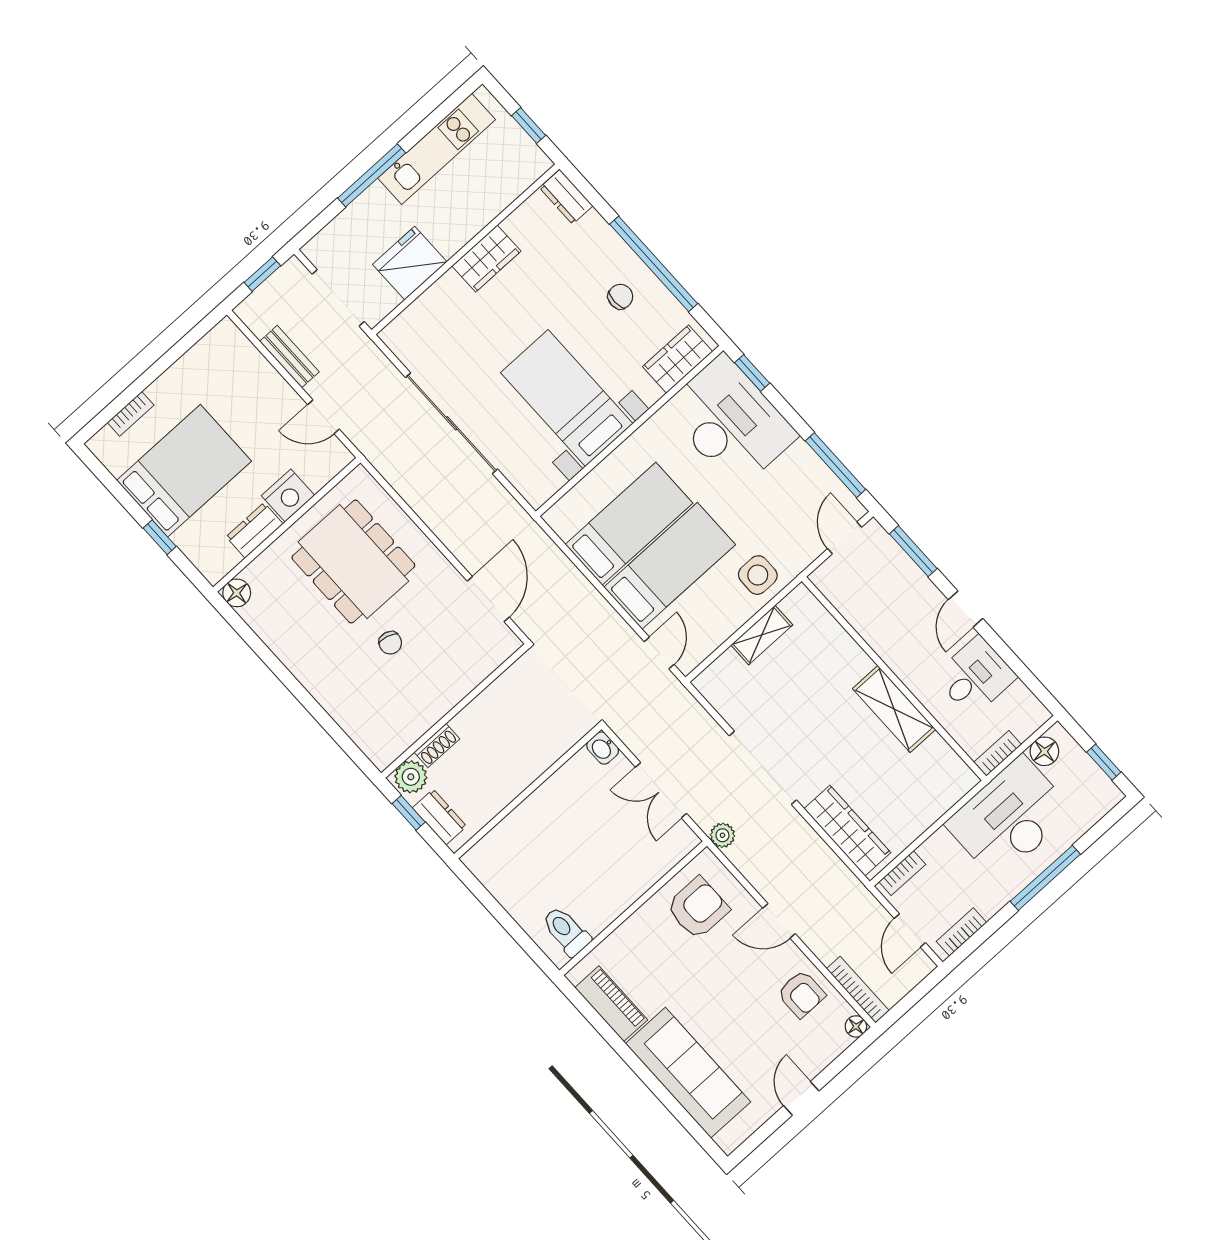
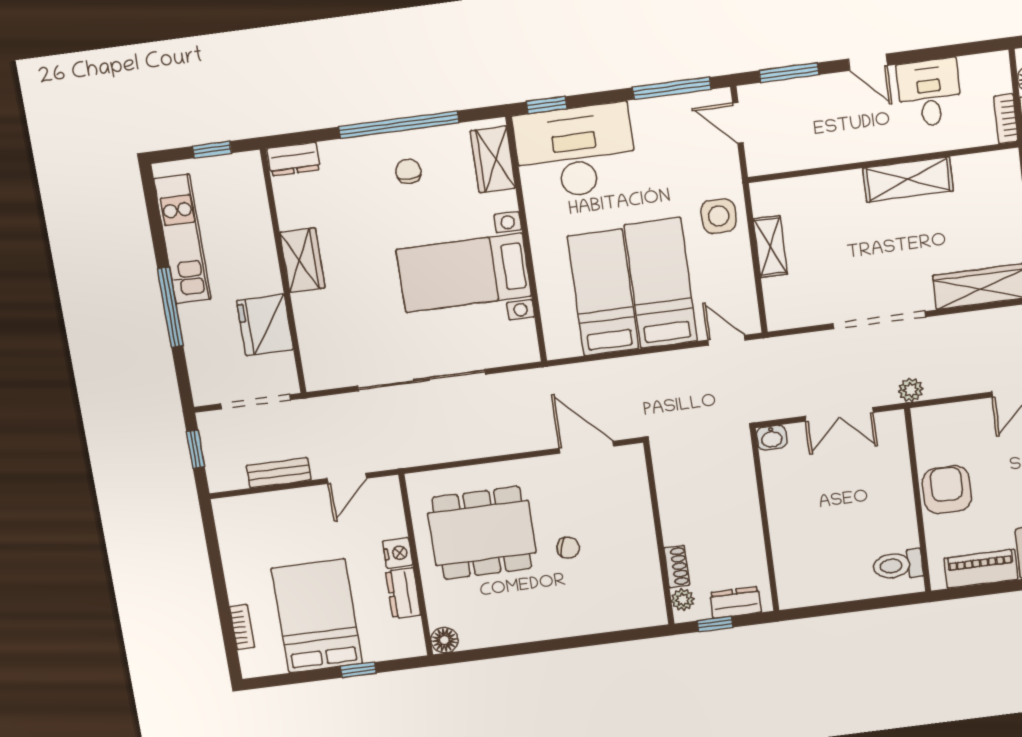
nightstand: (288, 495) -> (398, 553), width x0.74, depth x0.75
plant: (411, 777) -> (683, 600), width x0.73, depth x0.73
armchair: (698, 908) -> (947, 490), moved

